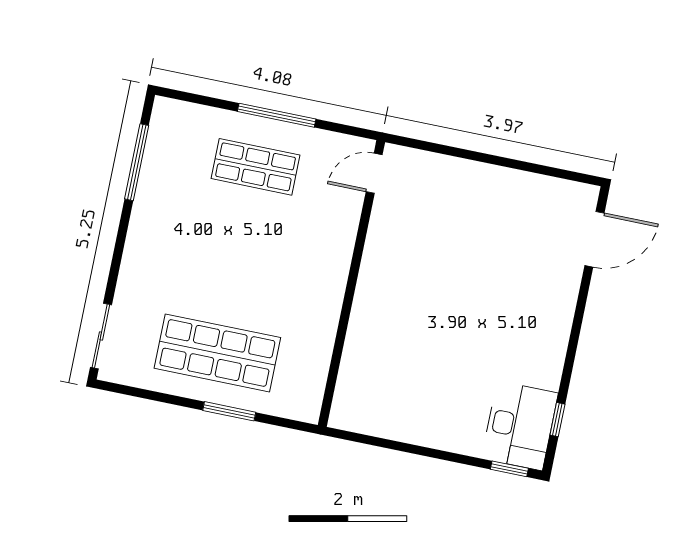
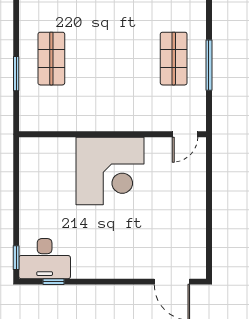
door: (374, 173) -> (185, 134), swing flipped
corner desk: (407, 299) -> (110, 171), added
shop shelf: (217, 353) -> (51, 59), width x0.70, depth x0.74

